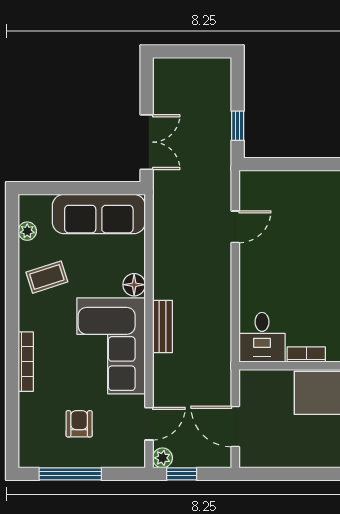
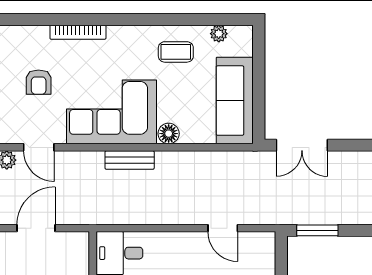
window: (238, 126) -> (317, 230), width x1.50
coffee table: (47, 277) -> (176, 52), turned -72
bookcase: (26, 362) -> (78, 32), moved
armchair: (79, 424) -> (39, 82), turned 90

